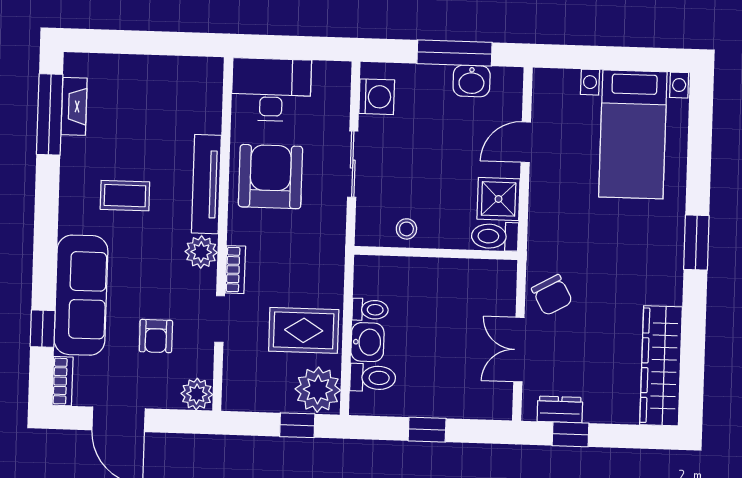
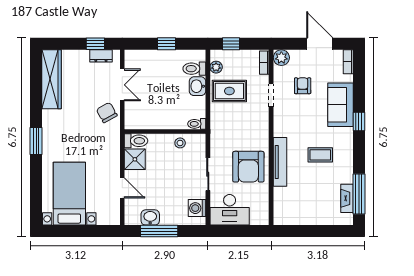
desk: (271, 90) -> (230, 210), moved
door: (526, 142) -> (122, 188), hinge flipped
plant: (201, 252) -> (282, 128), removed
bookcase: (235, 270) -> (264, 63), moved
sofa: (81, 295) -> (340, 105), width x0.73
toilet: (370, 310) -> (197, 124), moved
window: (43, 329) -> (359, 122), moved
plant: (318, 390) -> (216, 67), width x0.53, depth x0.53

